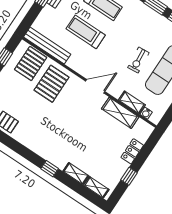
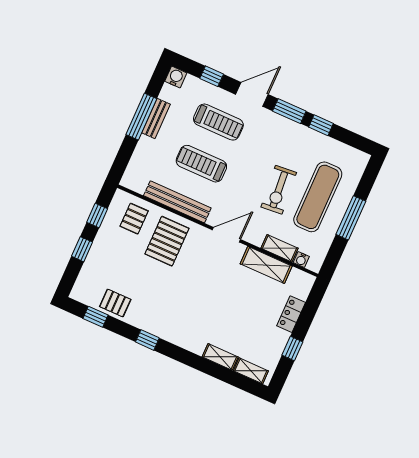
bench: (47, 46) -> (177, 202), moved
exercise bike: (138, 60) -> (279, 190), width x1.38, depth x1.39
pallet: (31, 63) -> (134, 219), width x0.67, depth x0.71
window: (50, 169) -> (147, 340), moved

